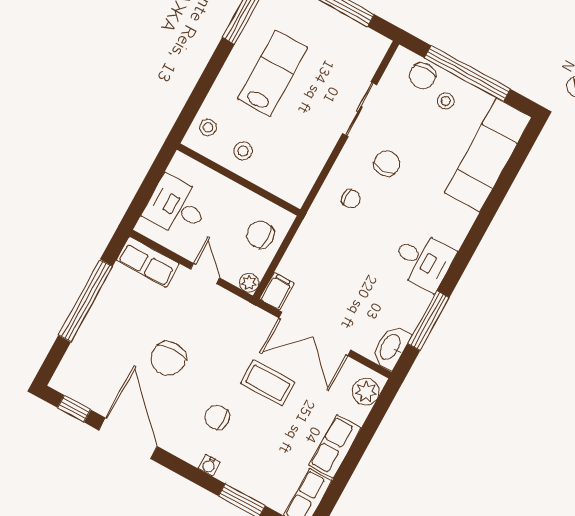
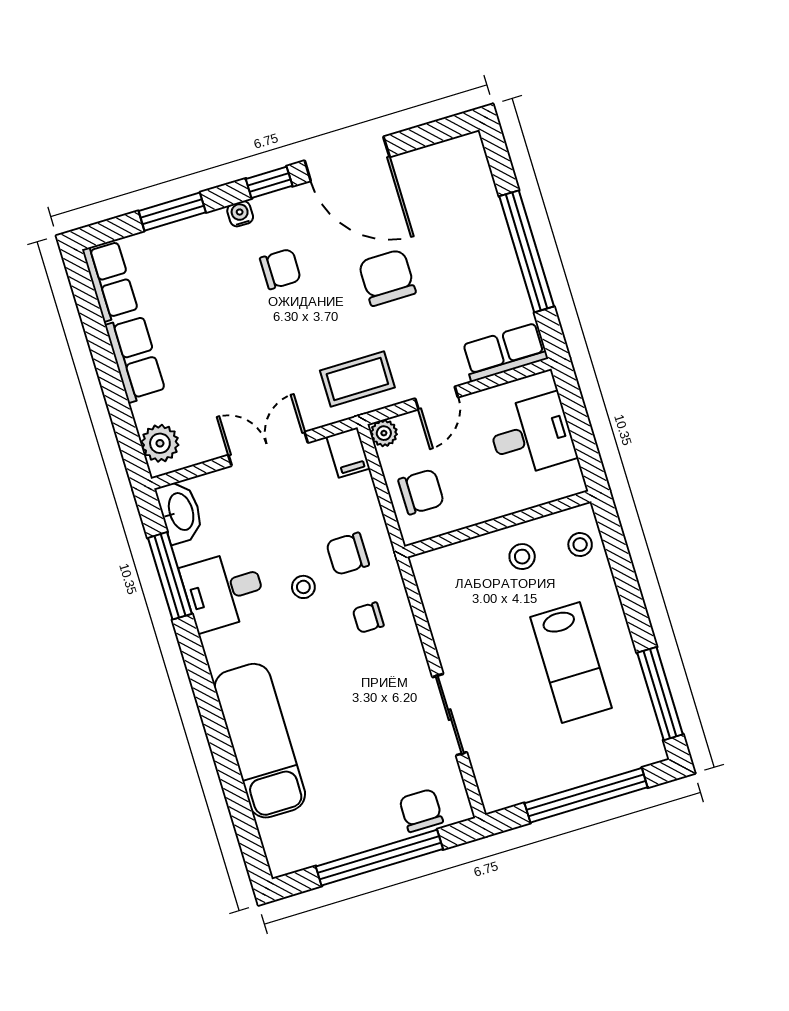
stool: (446, 101) -> (303, 587), moved
exam couch: (488, 155) -> (260, 741), moved
chair: (387, 163) -> (348, 554), moved, turned 90
desk: (423, 260) -> (224, 591), moved
door: (205, 274) -> (437, 398), hinge flipped
double door: (315, 334) -> (268, 449), width x0.73
coffee table: (268, 383) -> (357, 379), moved
window: (74, 409) -> (269, 182), moved

